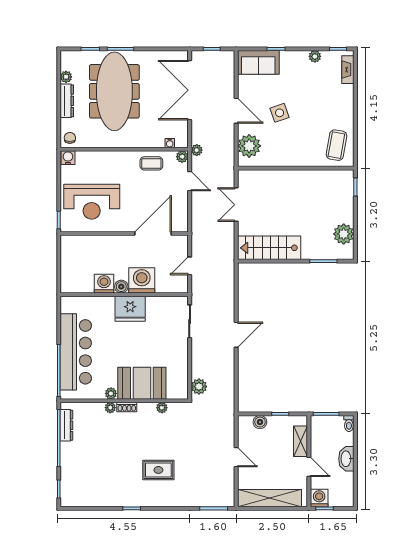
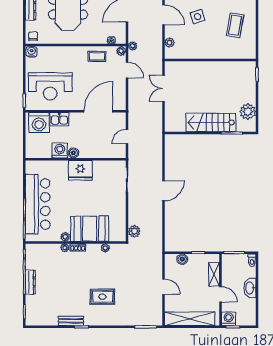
coffee table: (336, 145) -> (235, 25), moved
plant: (249, 146) -> (169, 43), width x0.53, depth x0.53
kitchen sink: (103, 244) -> (59, 119), added
stairs: (269, 248) -> (211, 122), moved
washing machine: (142, 280) -> (39, 122), moved, turned 180
dresser: (66, 425) -> (30, 282), moved
bench: (118, 501) -> (71, 321), added

